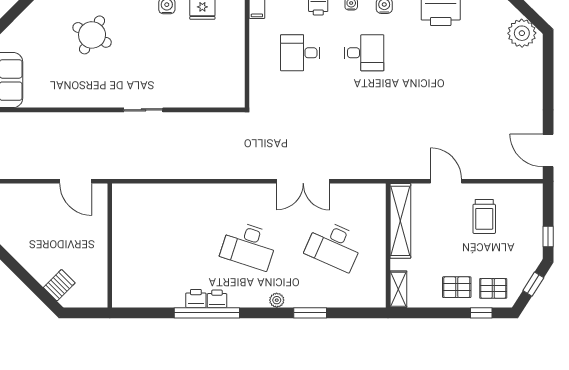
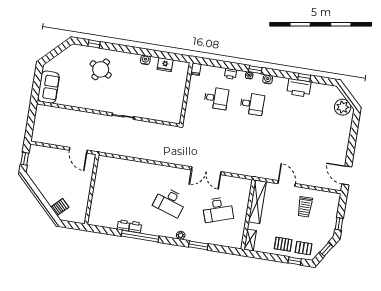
desk: (300, 53) -> (216, 98), turned 180
desk: (334, 245) -> (218, 210), turned -42
printer: (217, 299) -> (123, 225), moved

